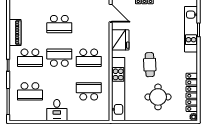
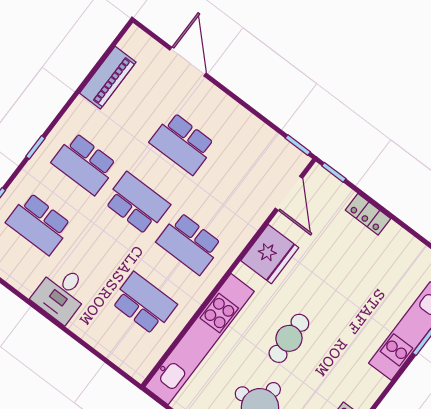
piano: (15, 33) -> (108, 78), moved

